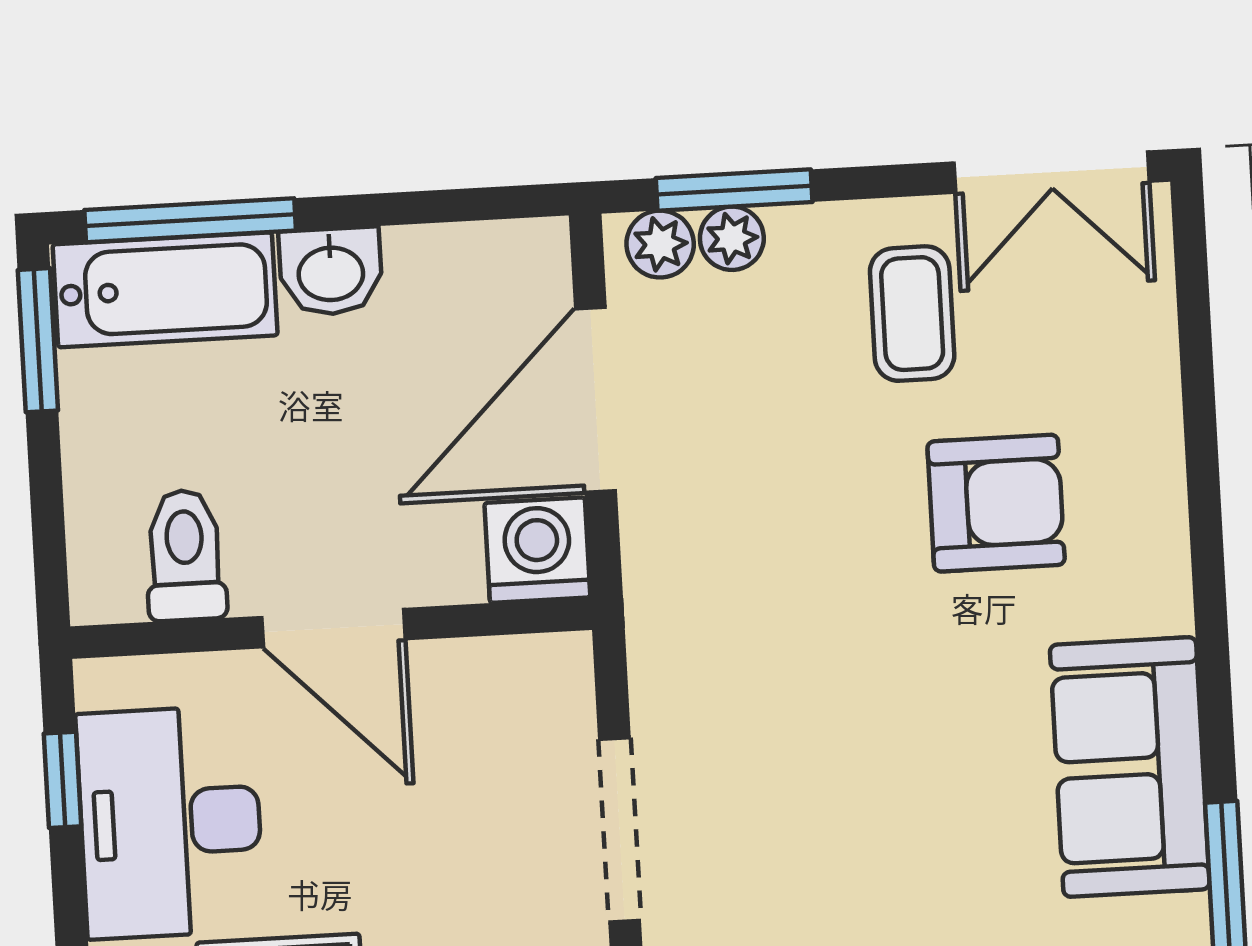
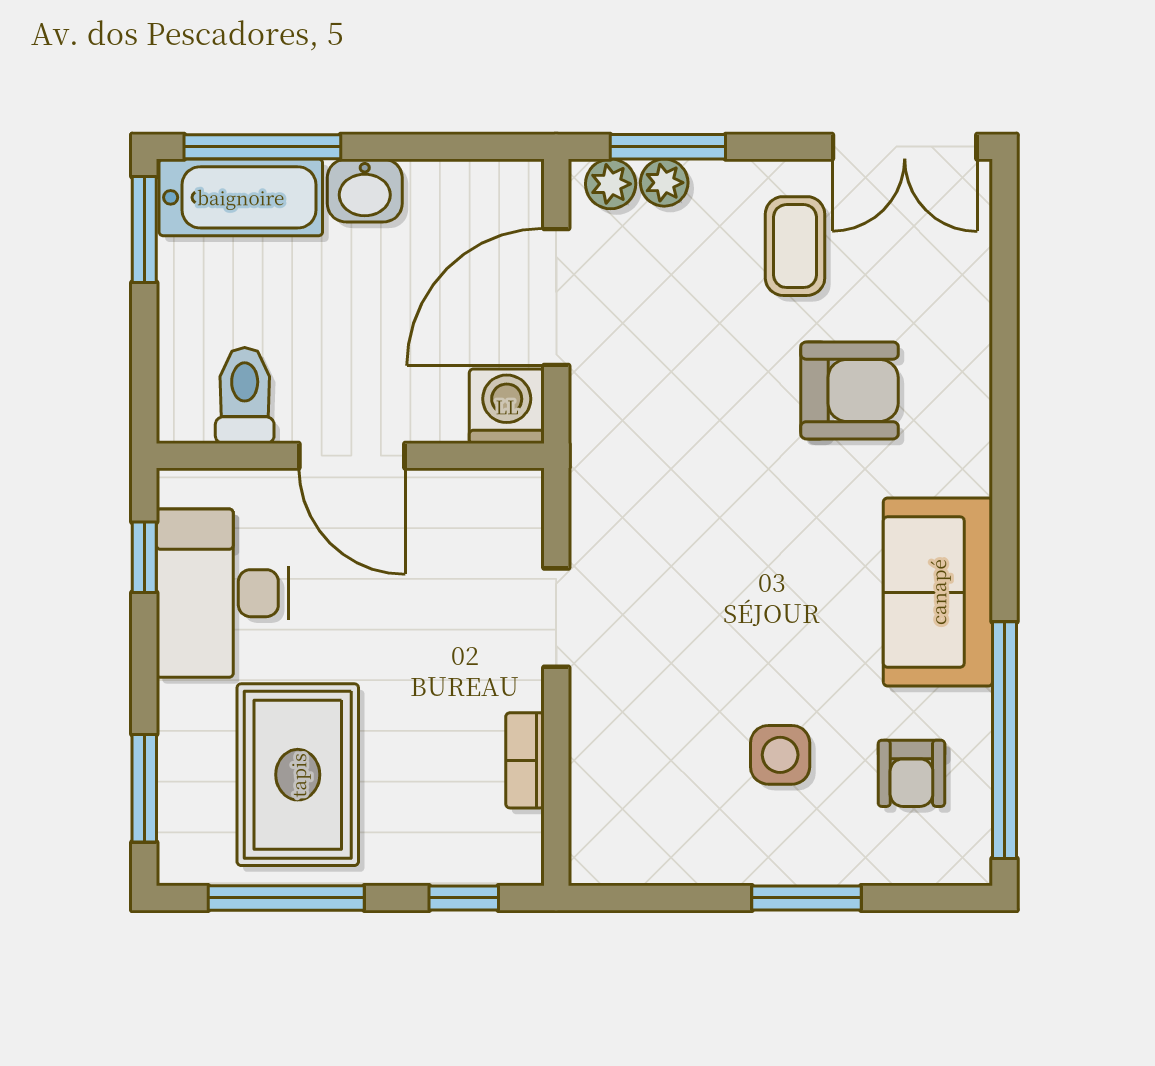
doorway: (620, 830) -> (556, 618), width x0.73

